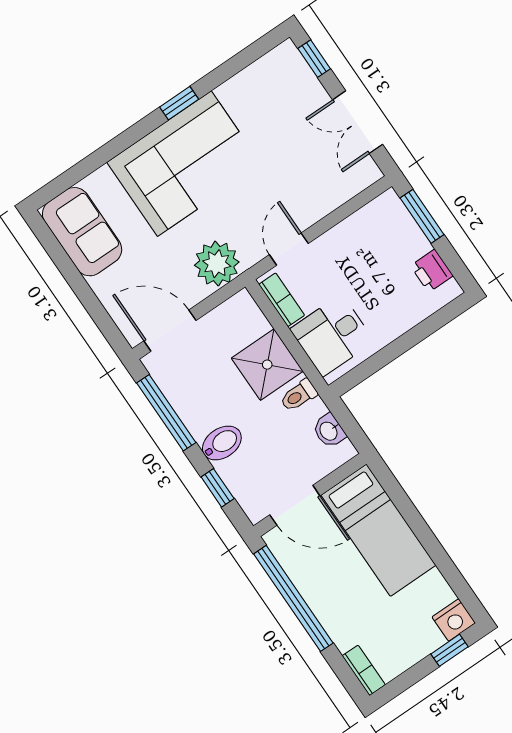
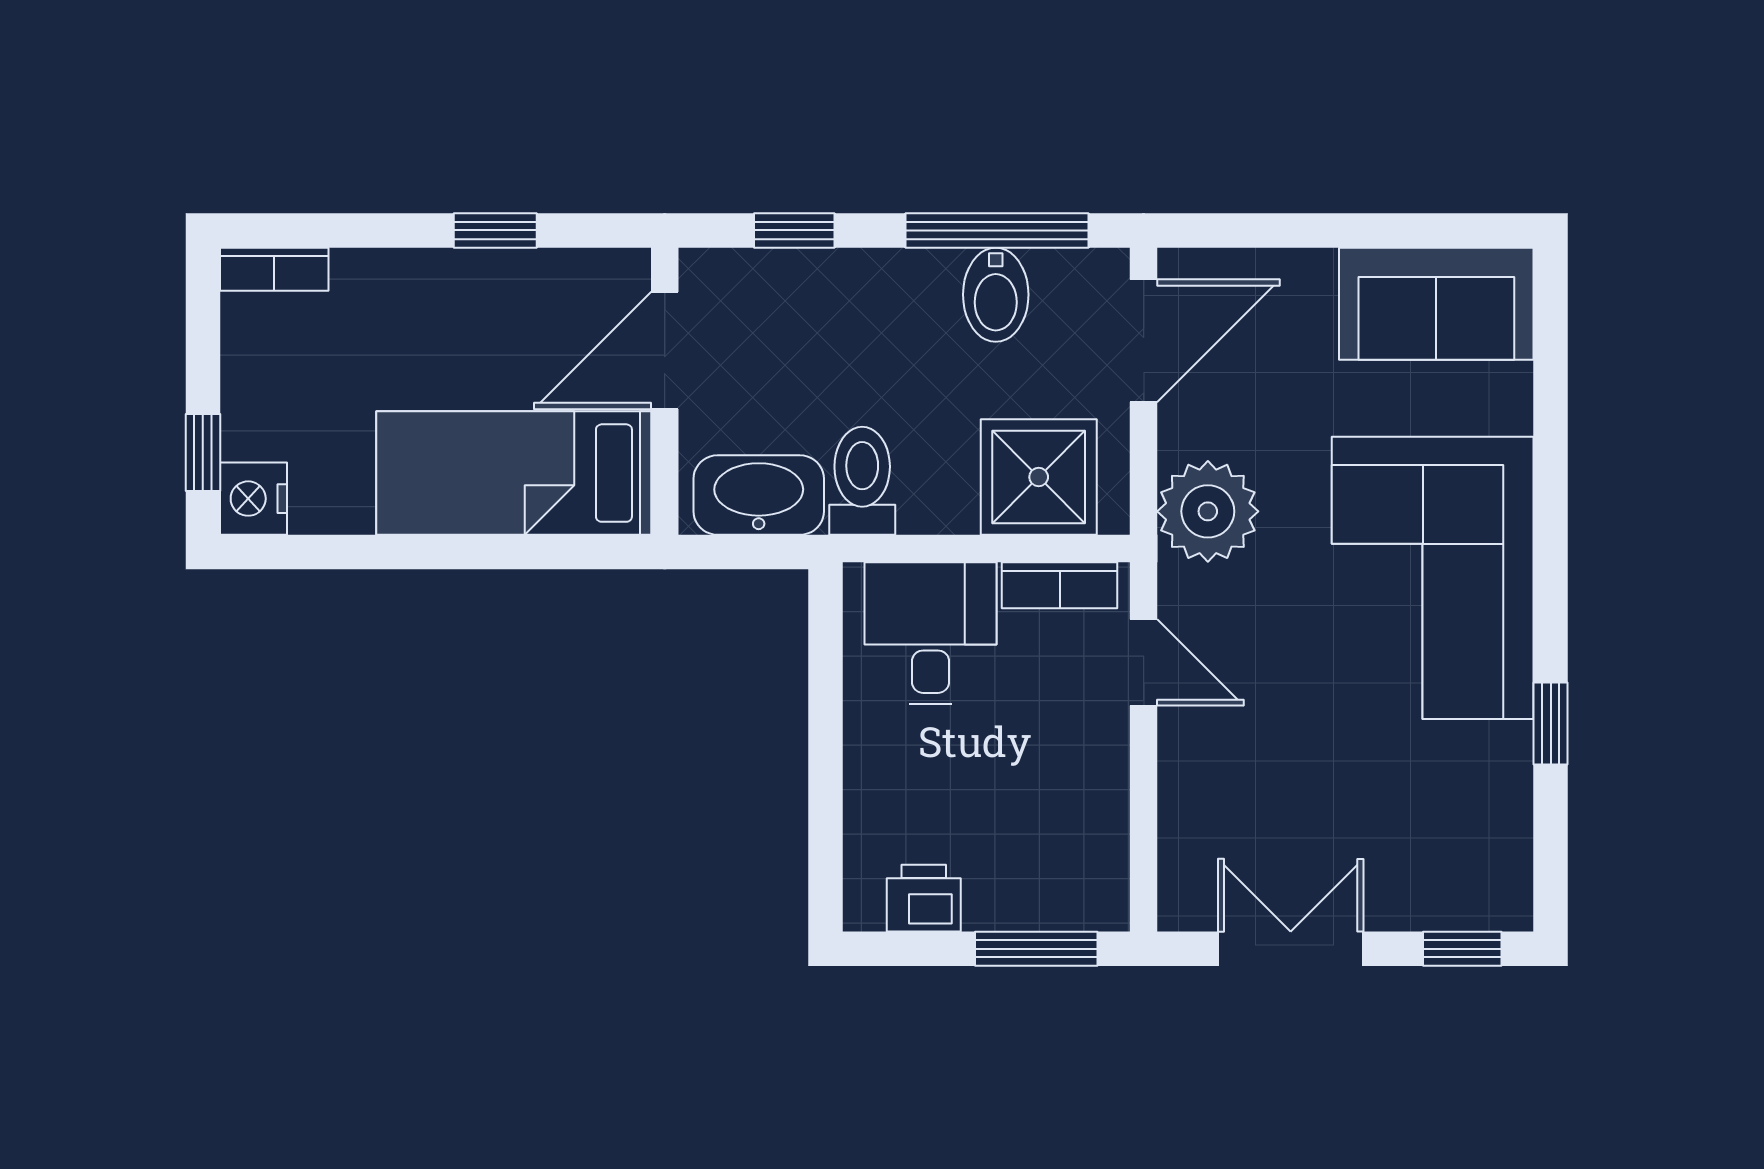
window: (179, 103) -> (1551, 724), moved
shower: (267, 365) -> (1039, 477), moved
toilet: (299, 395) -> (862, 481), width x1.37, depth x1.39
washbasin: (329, 431) -> (759, 495), width x1.91, depth x1.45
bidet: (222, 443) -> (996, 295), moved
window: (293, 598) -> (495, 230), width x0.32

